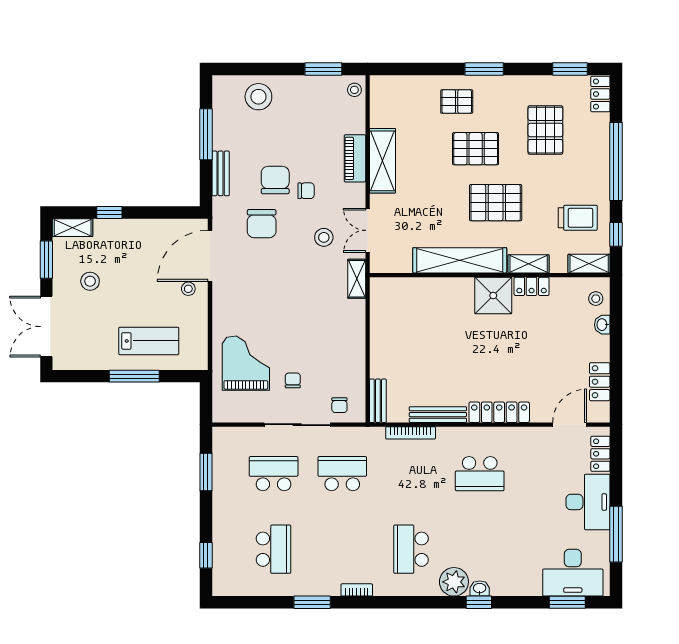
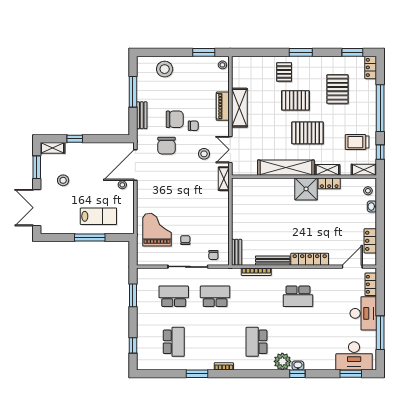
pallet: (457, 102) -> (284, 72), turned 90
chair: (275, 180) -> (175, 119), turned 90
trolley: (578, 218) -> (357, 142), turned 180

